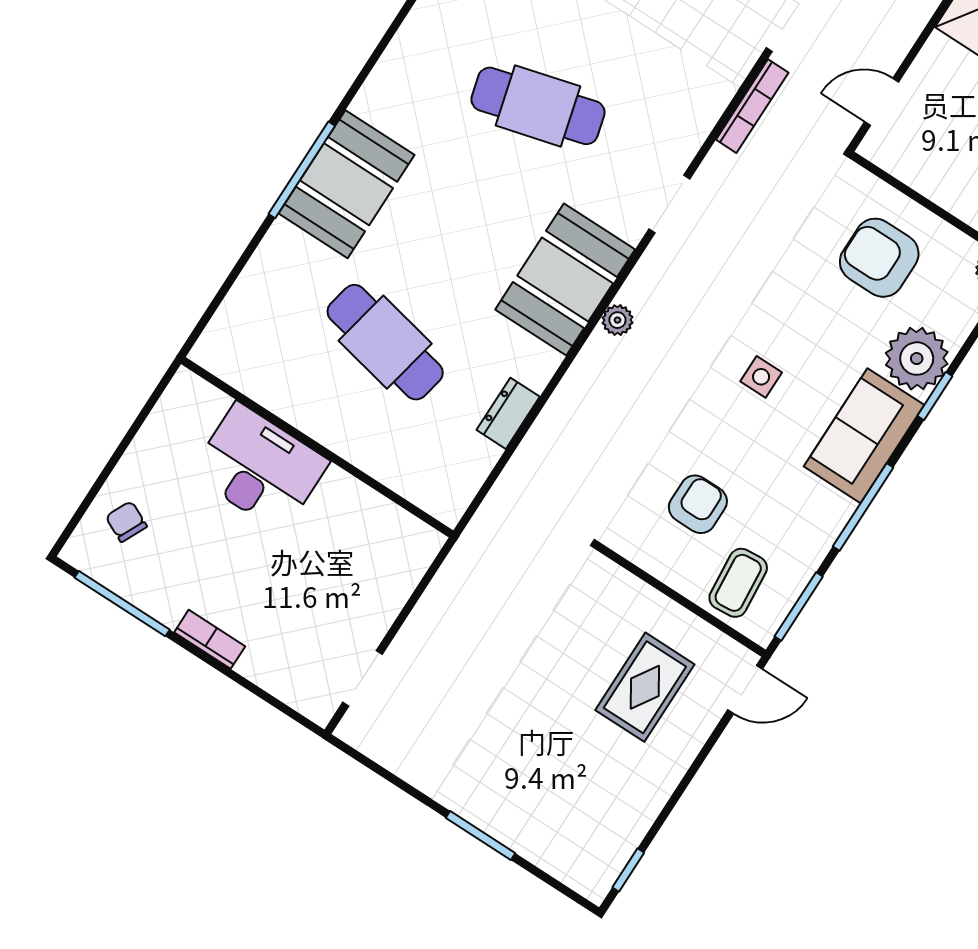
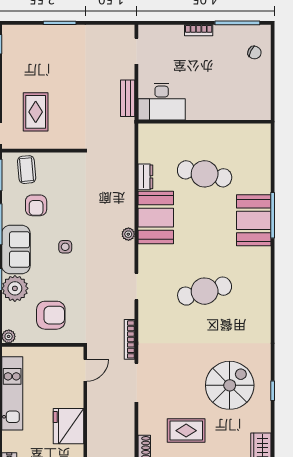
booth: (565, 280) -> (156, 218), moved
desk: (259, 468) -> (162, 102), moved
armchair: (698, 504) -> (36, 205), moved
bench: (442, 595) -> (128, 98), added

